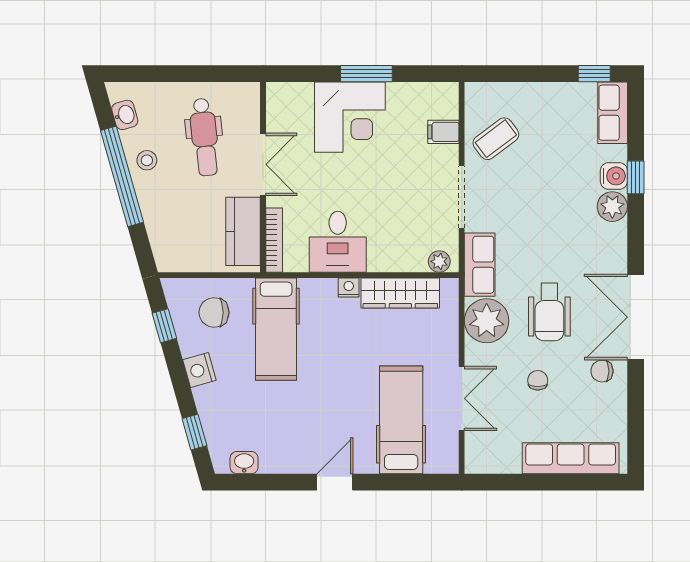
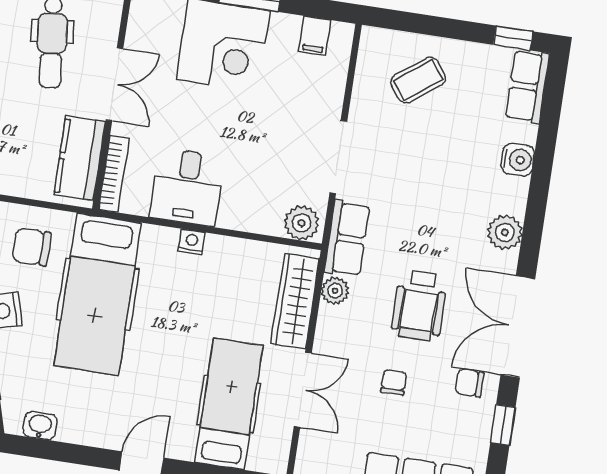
filing cabinet: (443, 132) -> (315, 36), moved, turned -90
coffee table: (496, 139) -> (418, 80), moved
window: (636, 177) -> (503, 425), moved
plant: (612, 207) -> (505, 232), moved
plant: (439, 261) -> (302, 223), width x1.38, depth x1.38
wardrobe: (400, 293) -> (295, 301), moved, turned 90
plant: (487, 321) -> (335, 291), width x0.53, depth x0.53
hospital bed: (276, 329) -> (98, 294), width x1.37, depth x1.29

